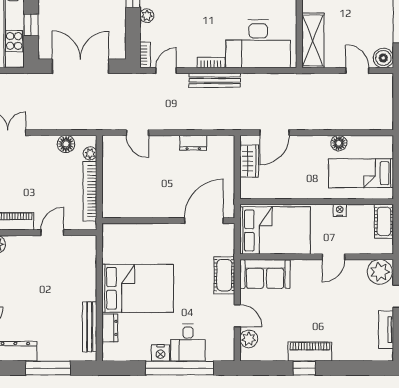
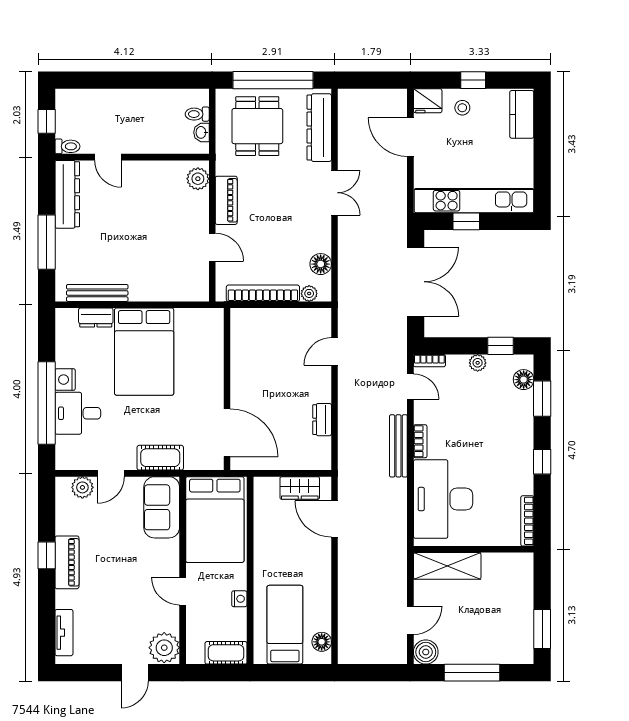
floor lamp: (339, 143) -> (322, 642), moved
tv unit: (386, 330) -> (64, 633), moved, turned 90

